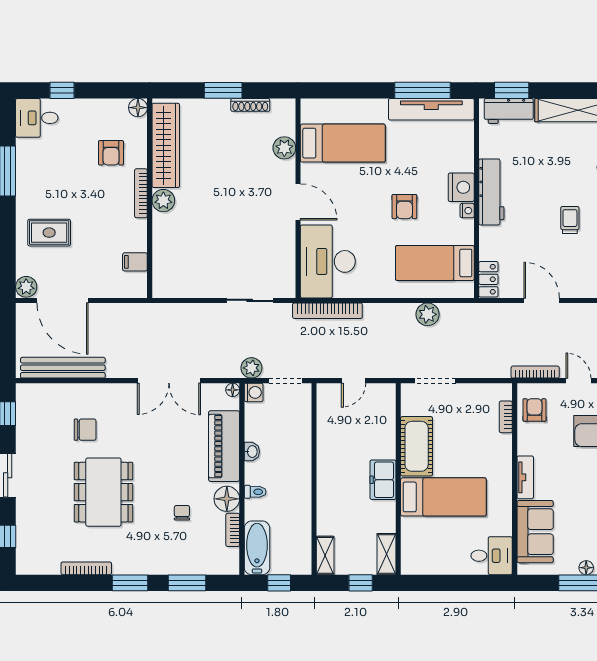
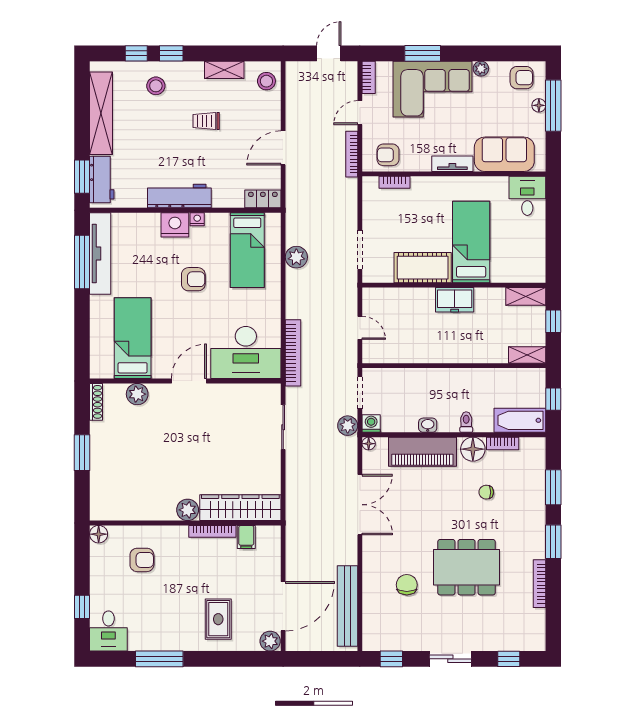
shoe rack: (250, 105) -> (96, 402), moved
wardrobe: (166, 145) -> (240, 508), moved
bookcase: (141, 193) -> (212, 531), moved

